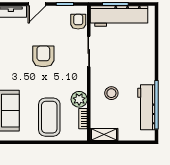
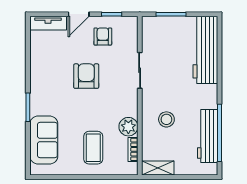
workbench: (119, 16) -> (205, 50), moved, turned 90
armchair: (78, 22) -> (103, 36), moved
coffee table: (49, 117) -> (93, 148), width x0.73, depth x0.76

